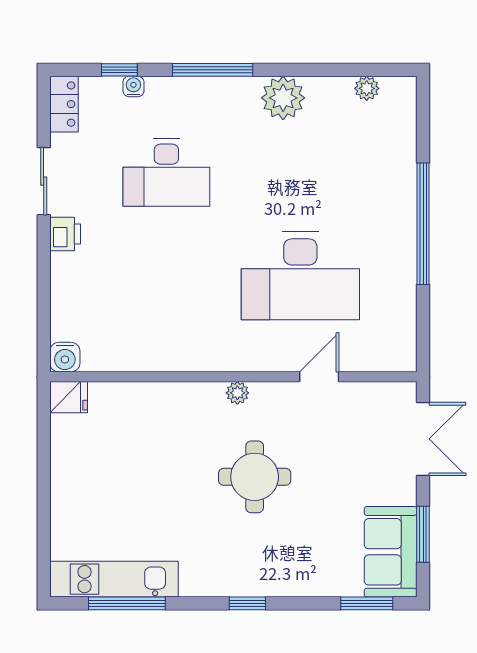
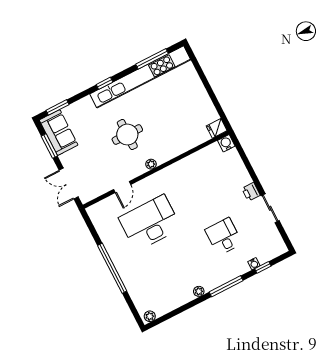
plant: (367, 88) -> (150, 316), moved
plant: (283, 98) -> (199, 291), width x0.53, depth x0.53
locker: (64, 104) -> (278, 243), removed
desk: (166, 172) -> (224, 236), width x0.73
kitchen unit: (114, 579) -> (140, 77), width x1.86

